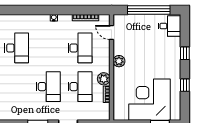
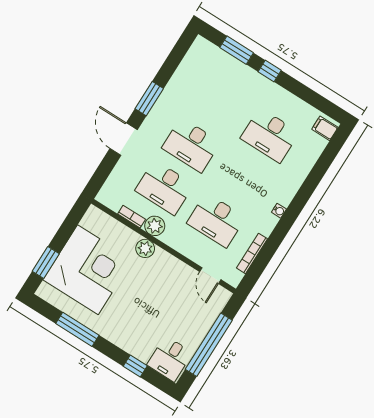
door: (112, 32) -> (210, 276), swing flipped
window: (185, 53) -> (135, 366), moved
plant: (119, 61) -> (145, 248), moved
window: (185, 85) -> (77, 329), width x2.17

